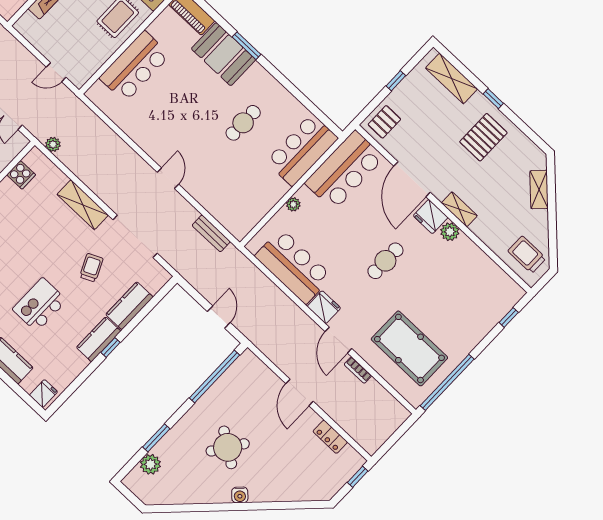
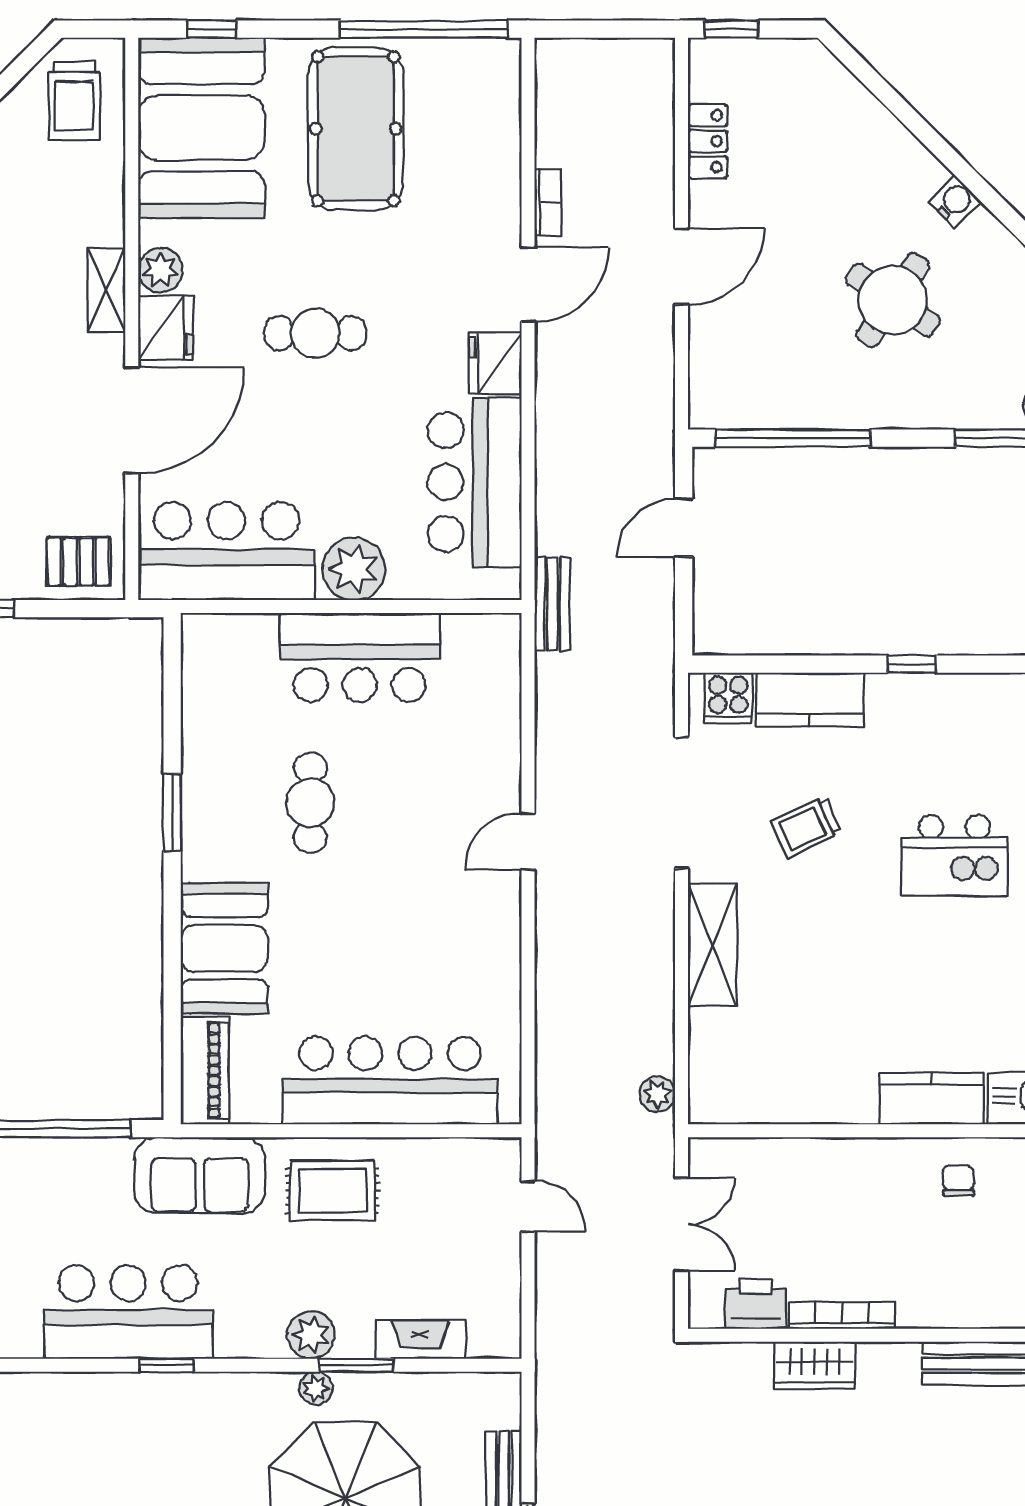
window: (247, 46) -> (172, 813), moved
bar counter: (135, 66) -> (390, 1081), width x1.36
cafe table: (243, 123) -> (310, 802), turned 90
bar counter: (302, 150) -> (360, 657), moved
cooker: (21, 175) -> (728, 698), moved, turned 180
plant: (293, 204) -> (354, 569), width x1.88, depth x1.88
bench: (211, 233) -> (552, 604), moved
booth: (482, 286) -> (201, 128), added
kitchen counter: (99, 339) -> (918, 698), removed
pool table: (409, 348) -> (356, 129), moved

